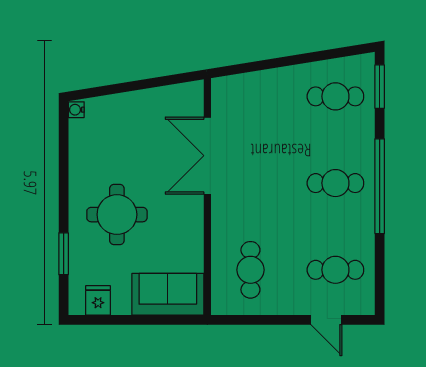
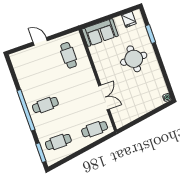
double door: (207, 156) -> (104, 97), width x0.73
cafe table: (335, 270) -> (95, 129), moved
door: (326, 320) -> (40, 41), moved

